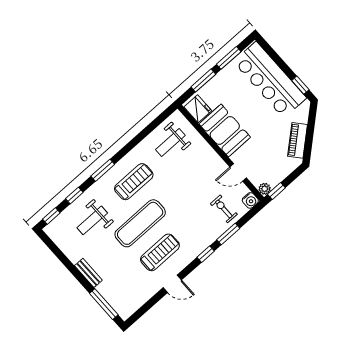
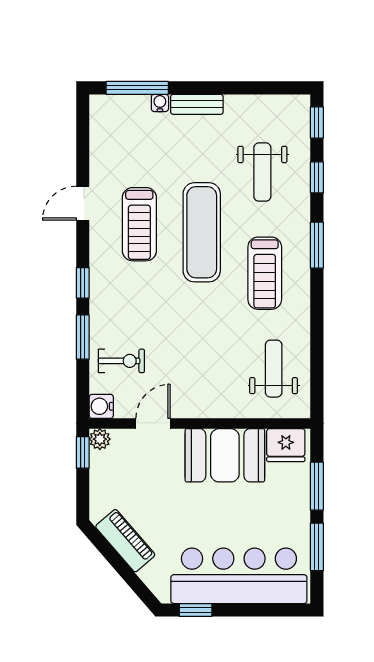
weight bench: (92, 220) -> (262, 172), turned 180
water cooler: (102, 289) -> (160, 103), added

